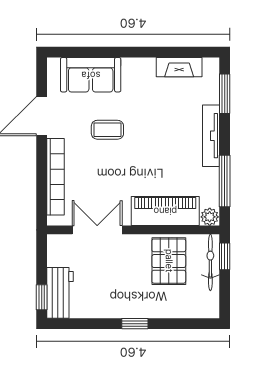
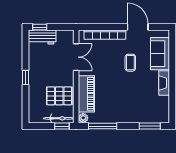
fireplace: (179, 67) -> (164, 83), moved
tv unit: (211, 136) -> (127, 119), removed

